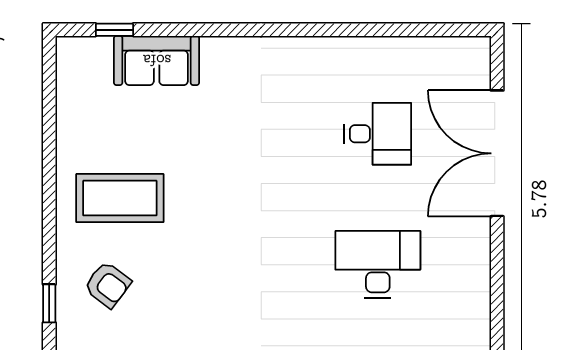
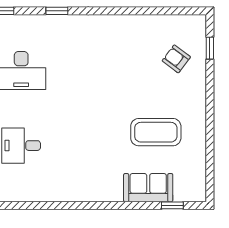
coffee table: (120, 198) -> (156, 132), moved

